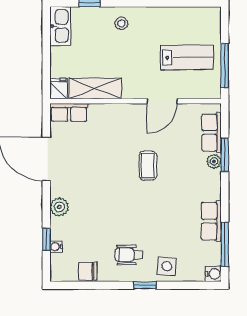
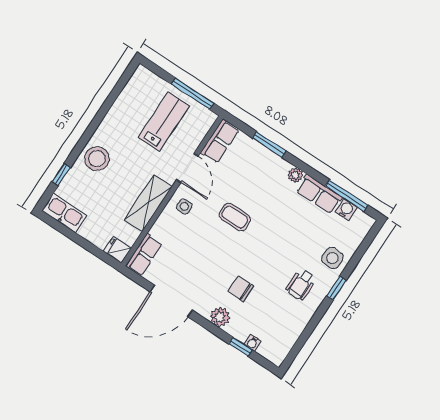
stool: (121, 23) -> (97, 159), width x1.89, depth x1.89
shelving: (95, 88) -> (148, 203), moved
side table: (129, 119) -> (184, 206), added
row of seats: (211, 133) -> (220, 141), moved, turned -90
plant: (214, 161) -> (295, 175), moved
chair: (88, 271) -> (241, 289), moved, turned 90
water cooler: (213, 274) -> (346, 209), moved

